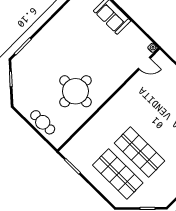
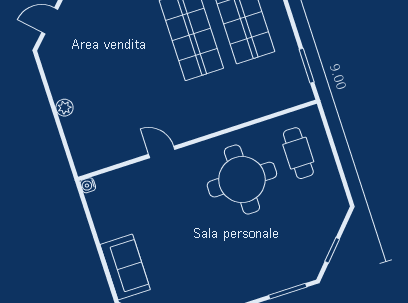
door: (144, 63) -> (162, 152), moved
cafe table: (43, 122) -> (298, 153), moved

